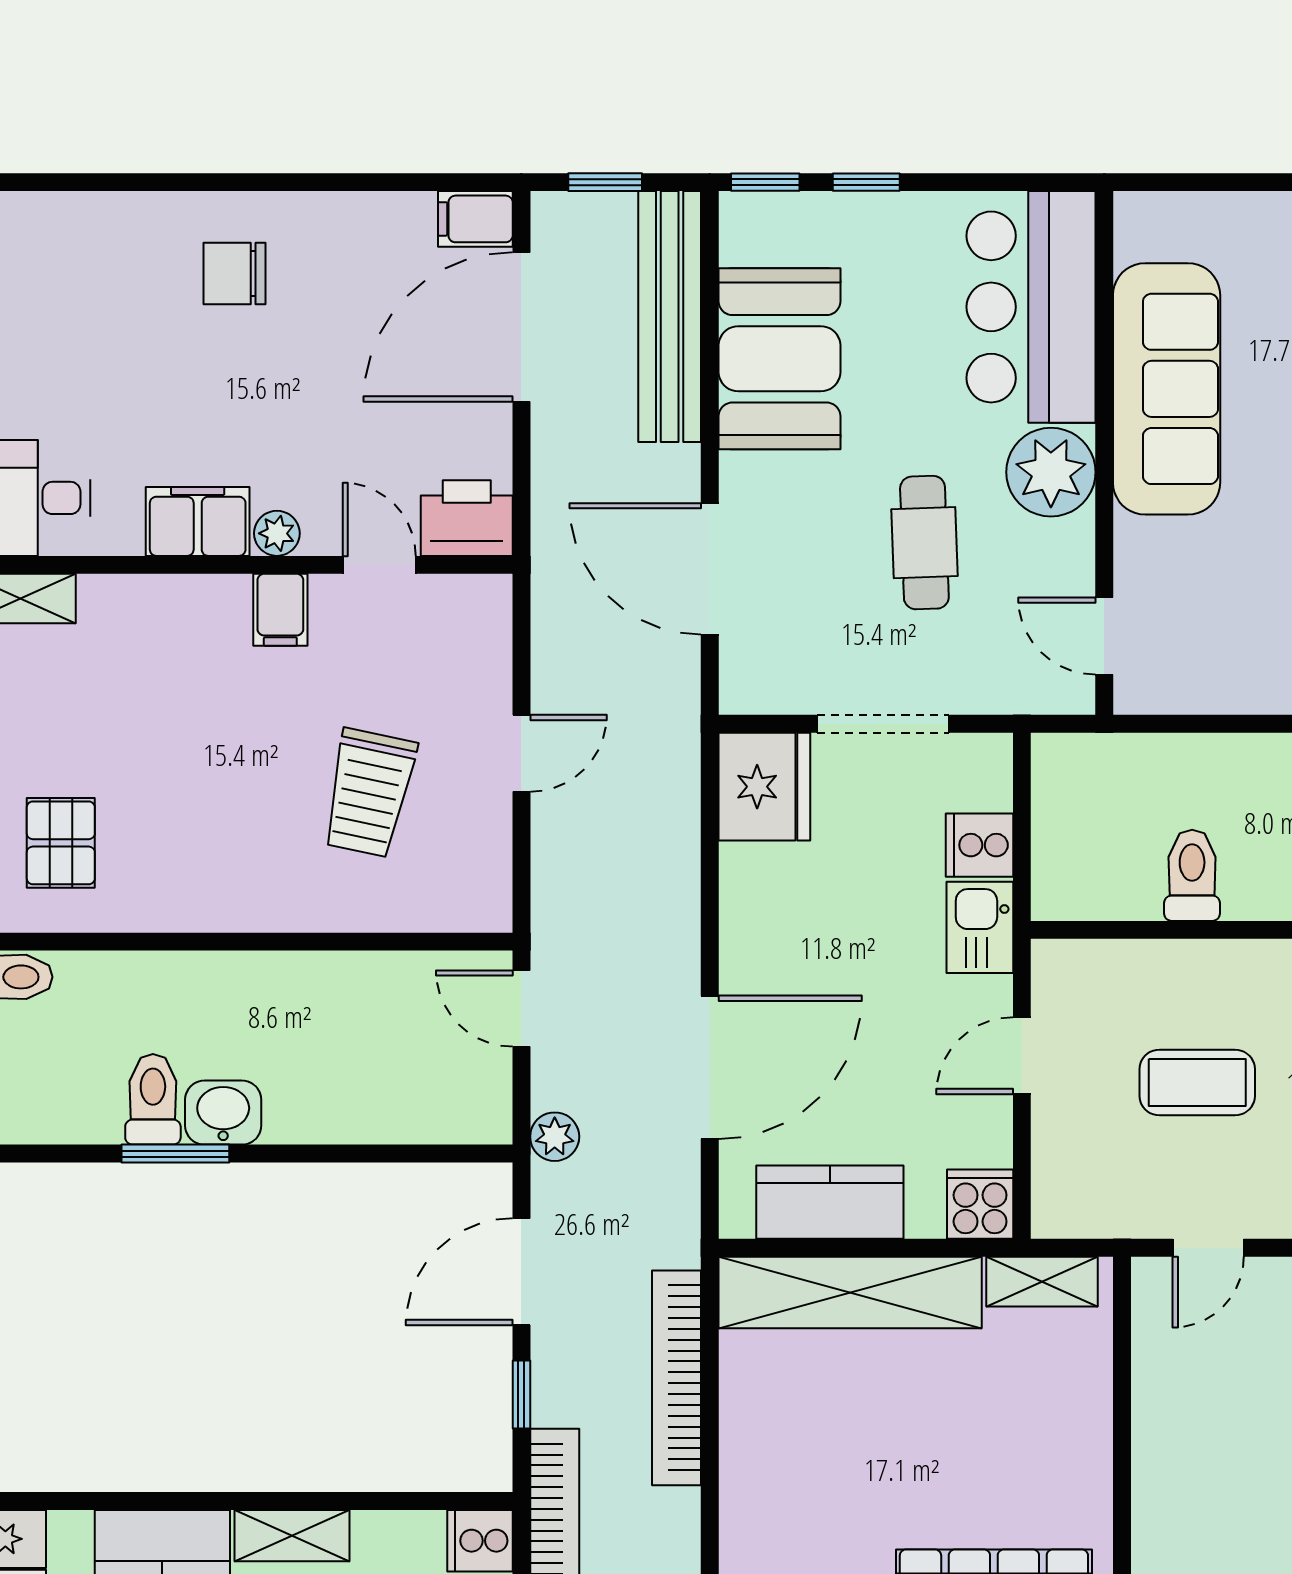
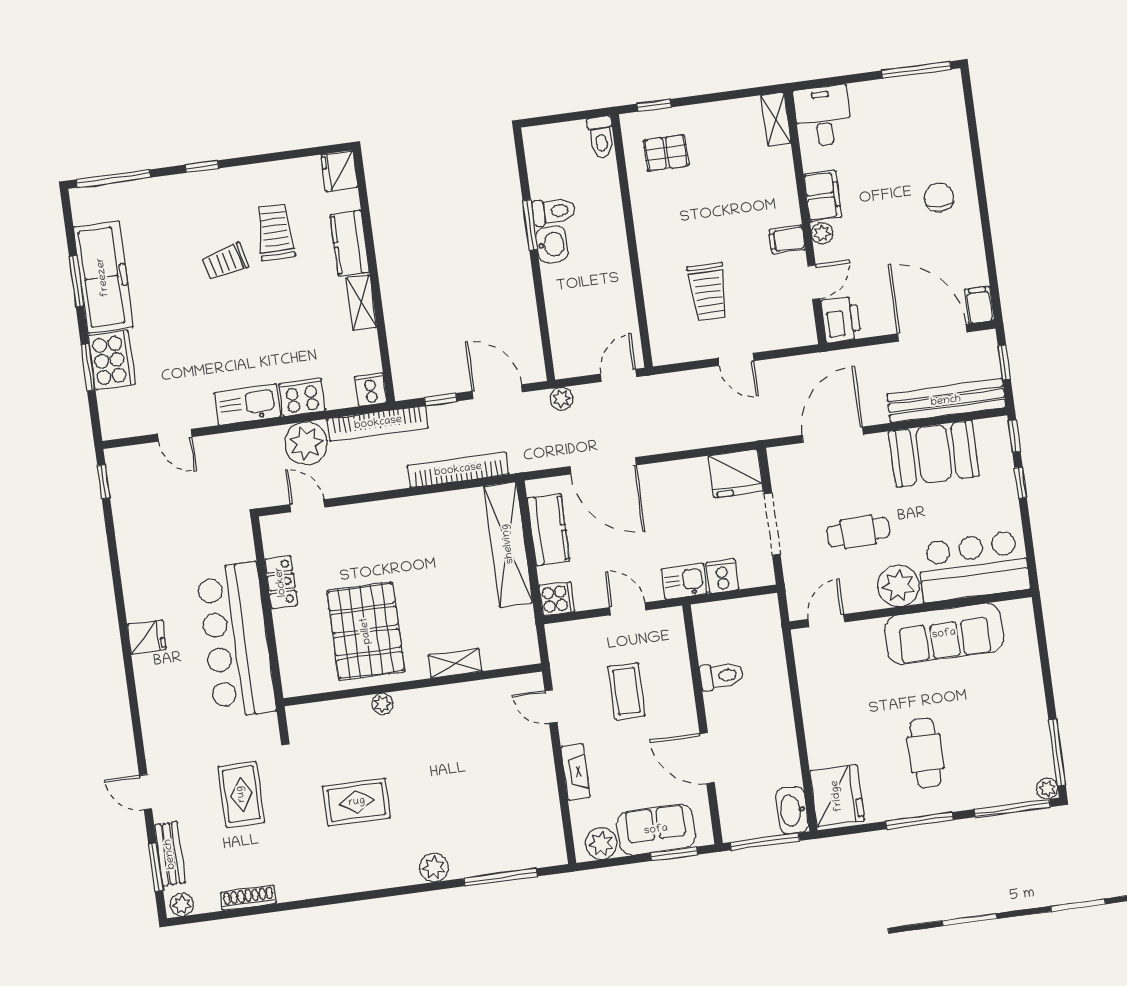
trolley: (369, 793) -> (708, 292), turned -102
shelving: (1042, 1282) -> (455, 663), moved, turned 90

